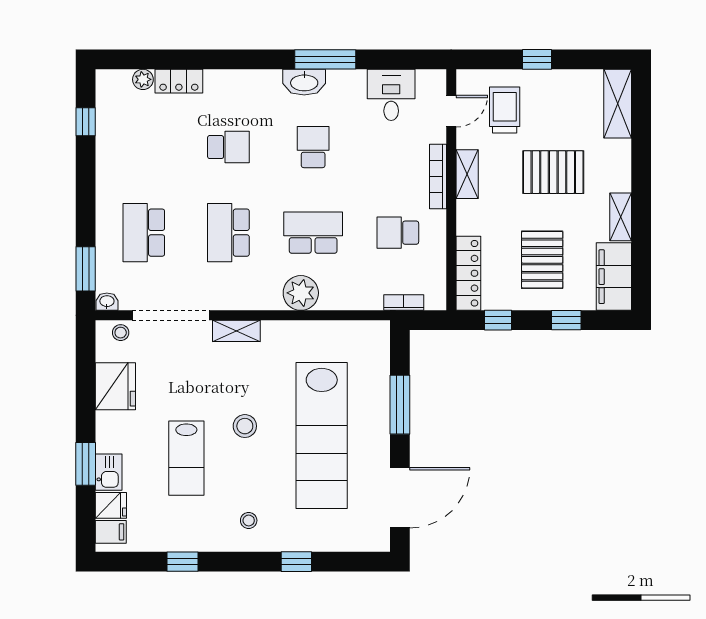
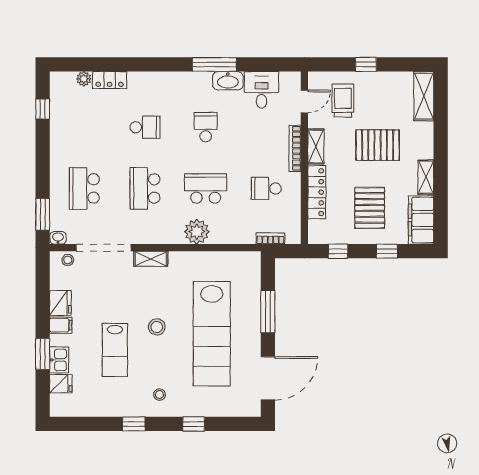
washbasin: (304, 82) -> (228, 81), moved
locker: (468, 273) -> (317, 192), moved
fridge: (115, 386) -> (60, 303), width x0.73, depth x0.75
filing cabinet: (111, 532) -> (61, 325), moved
window: (182, 562) -> (134, 424), moved

